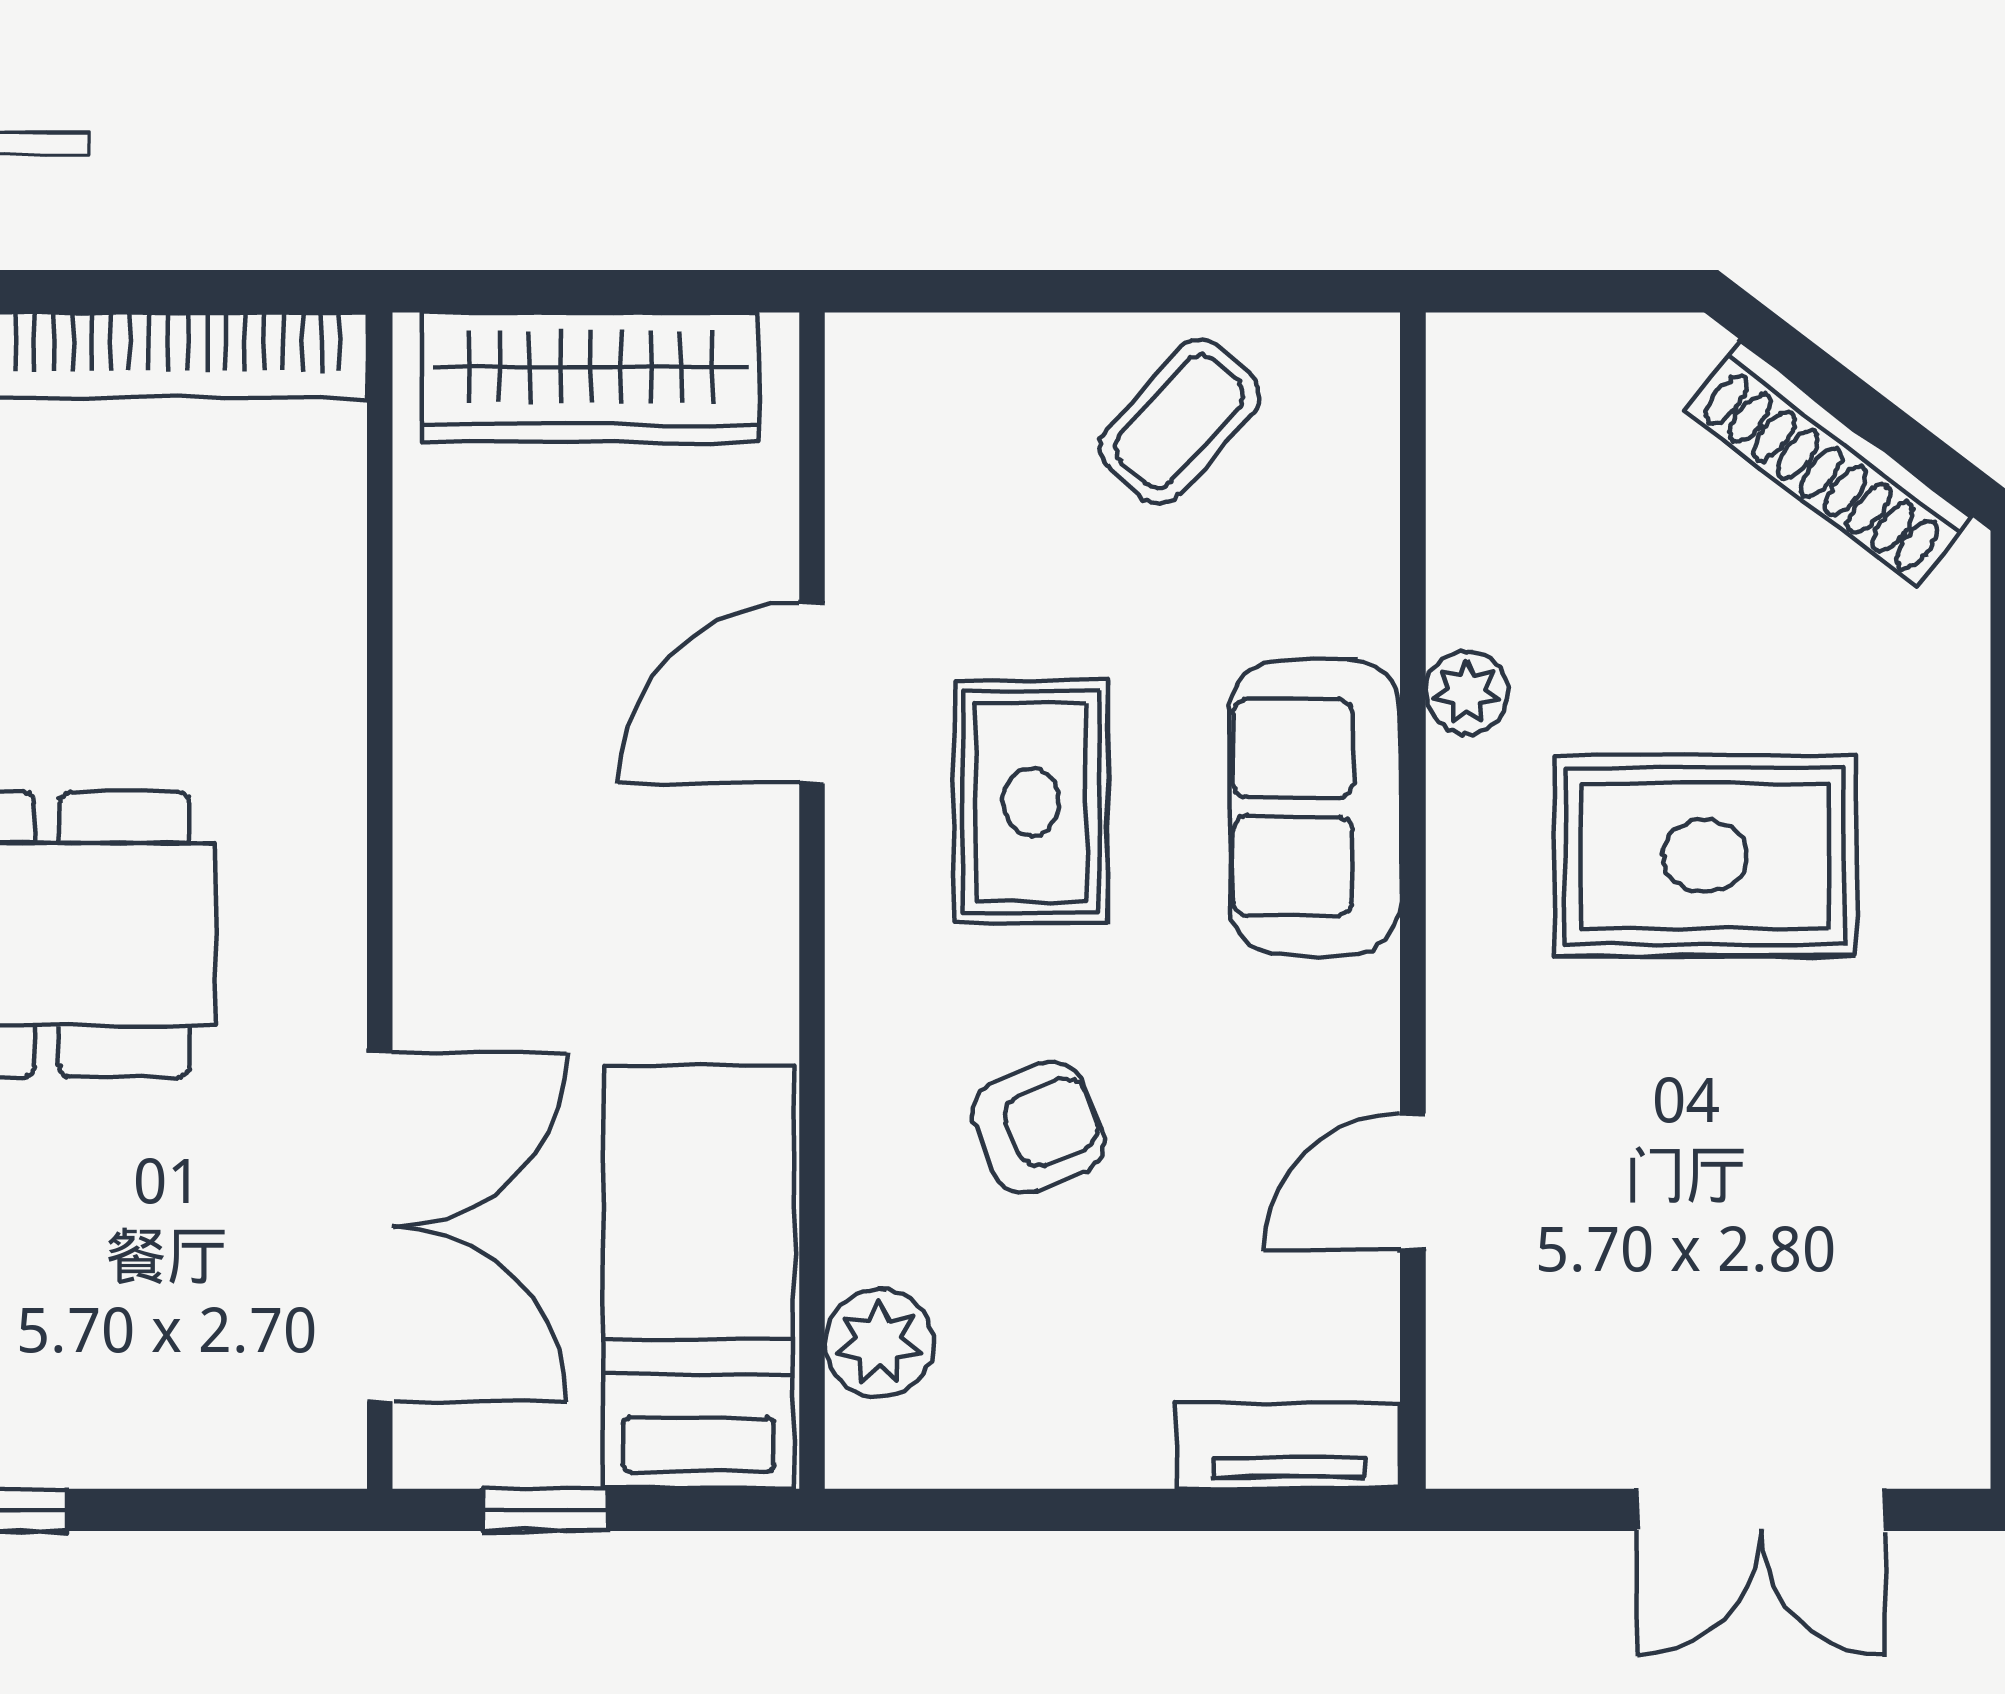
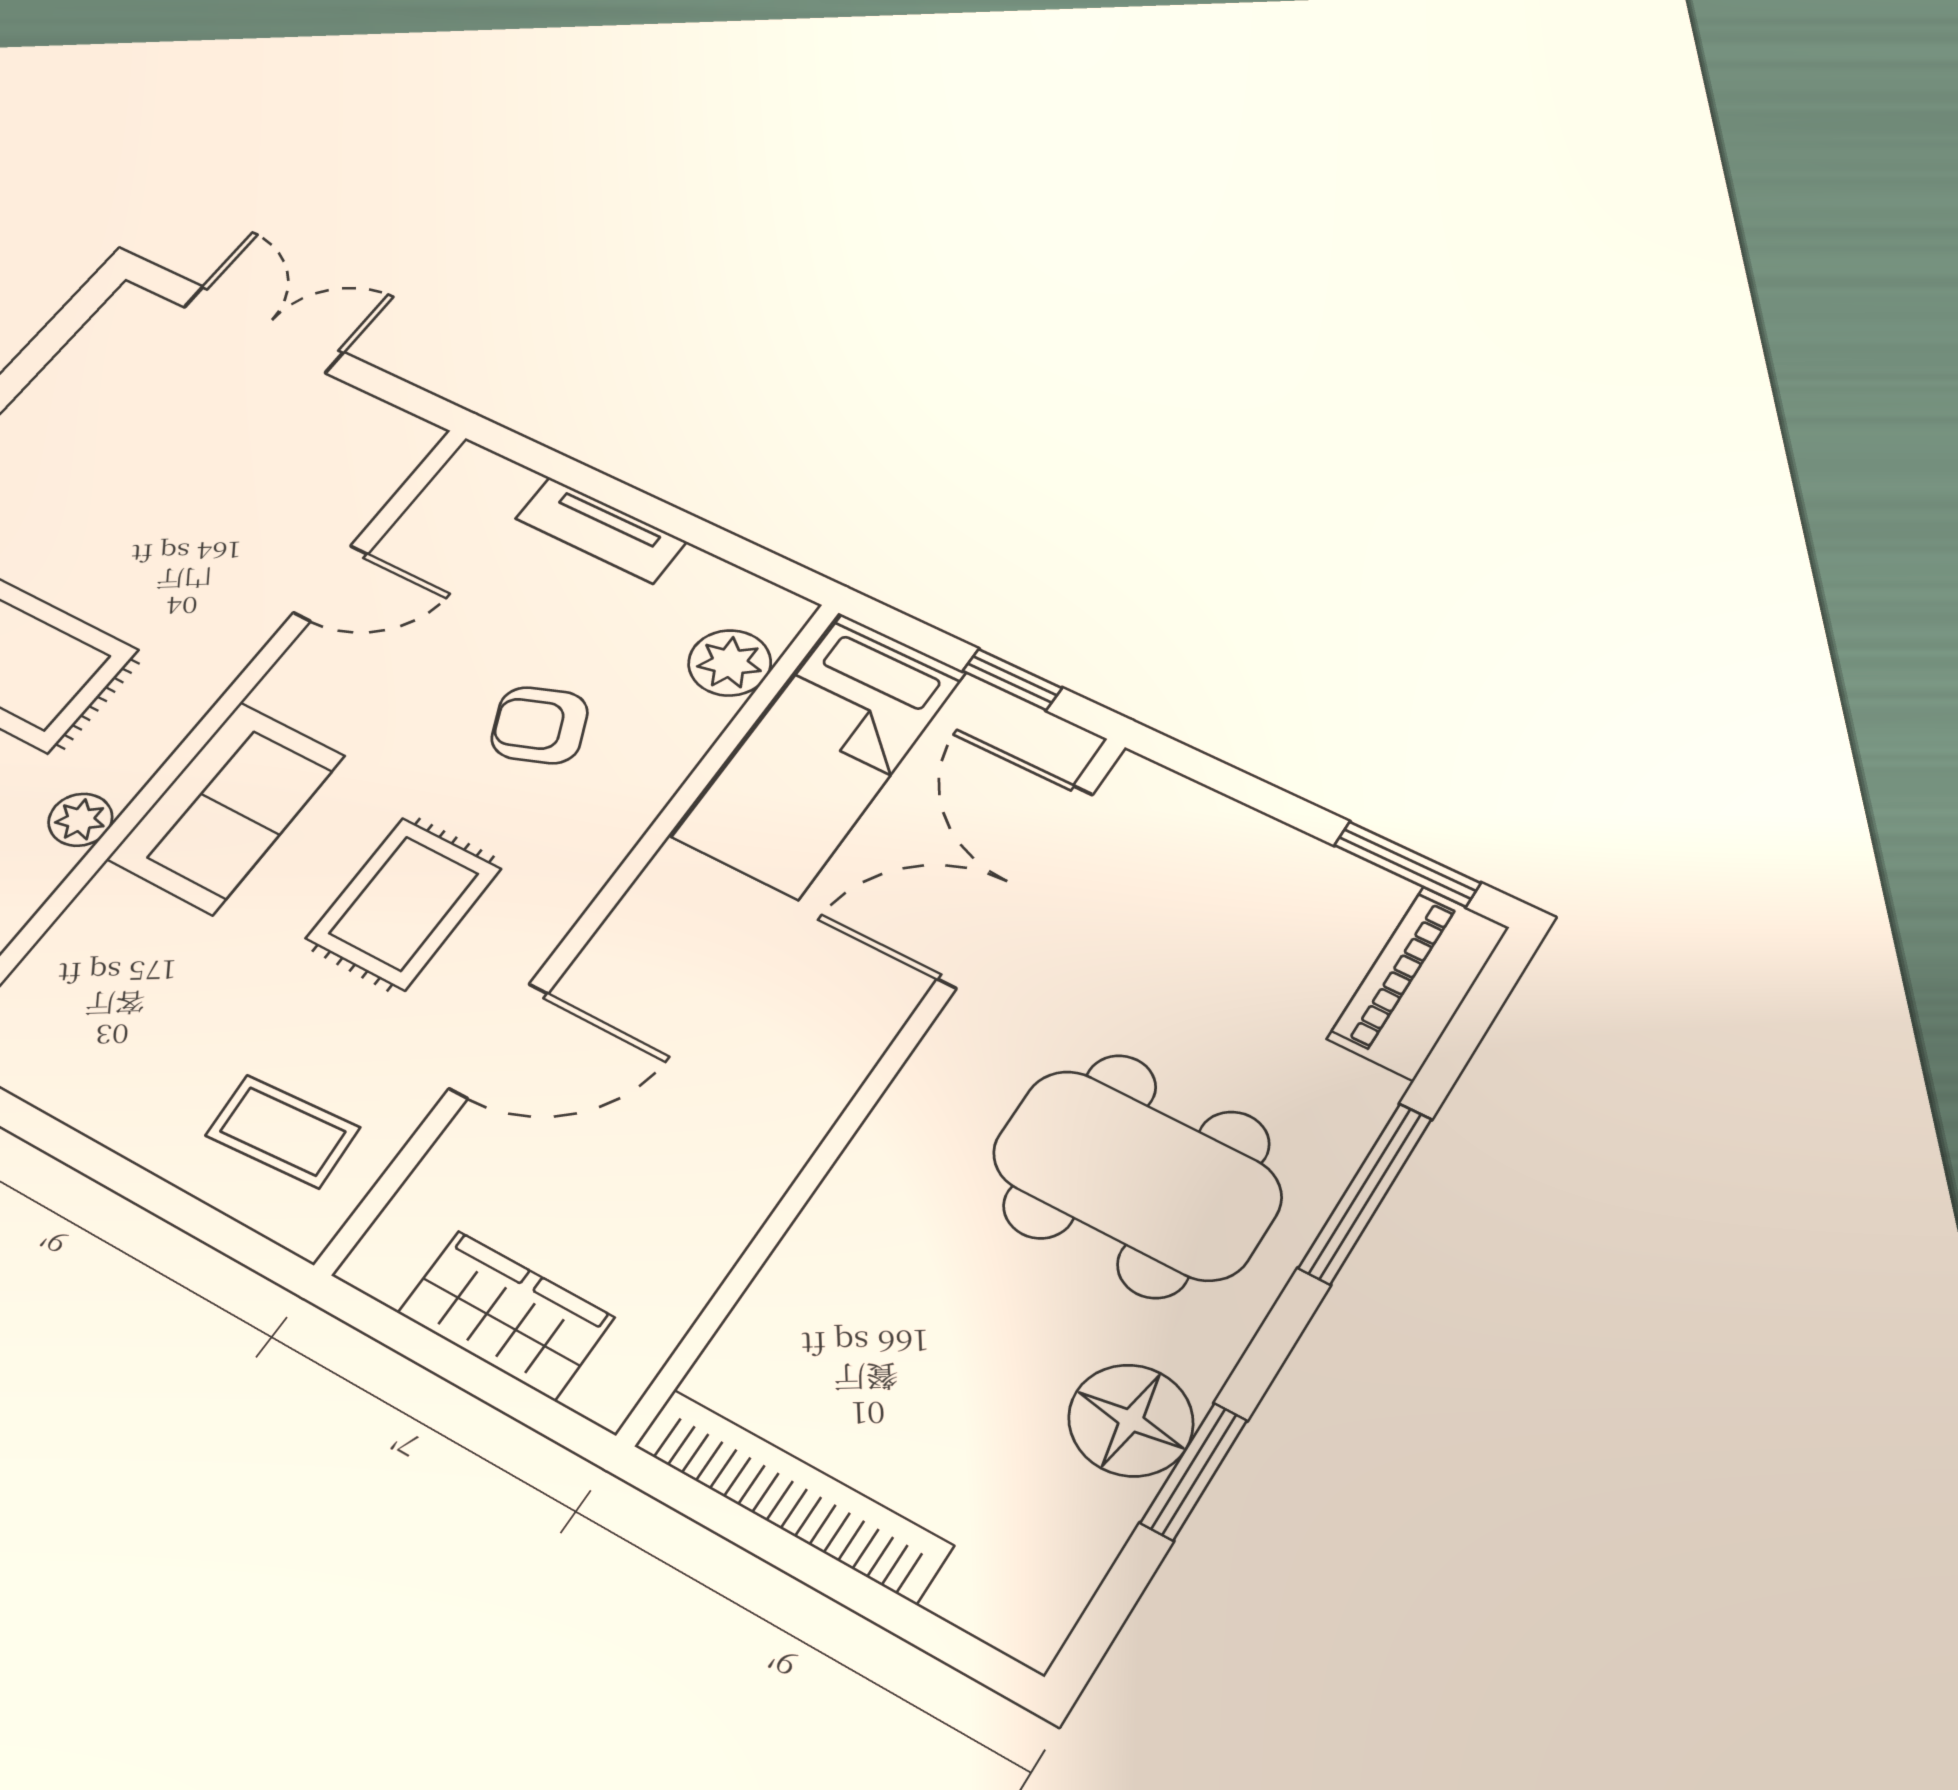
wardrobe: (590, 377) -> (506, 1315), width x0.67
coffee table: (1179, 421) -> (283, 1131), moved, turned 44
tv unit: (1289, 1446) -> (601, 530), moved

